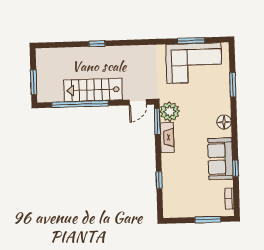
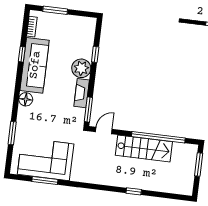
plant: (170, 112) -> (81, 68), moved
sofa: (220, 159) -> (35, 65), width x1.36

